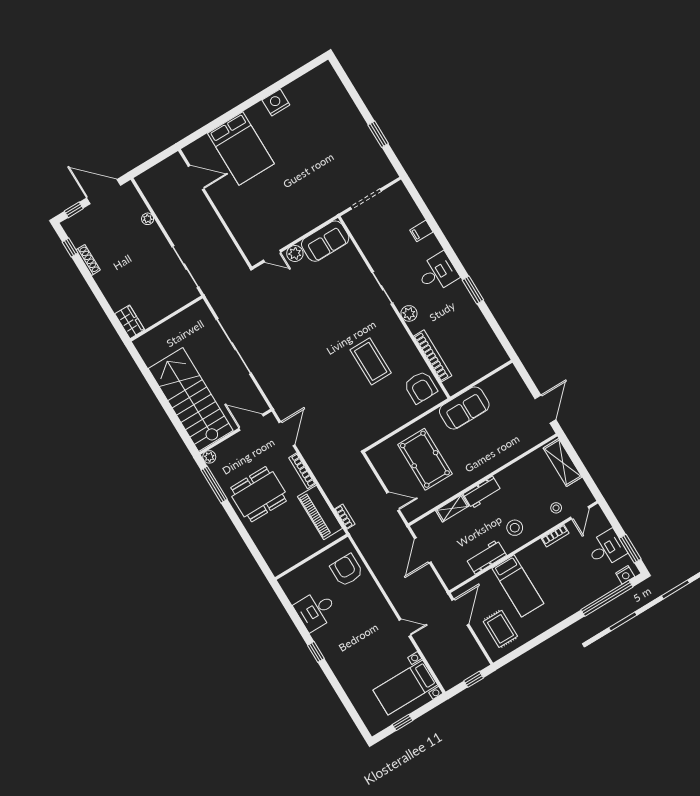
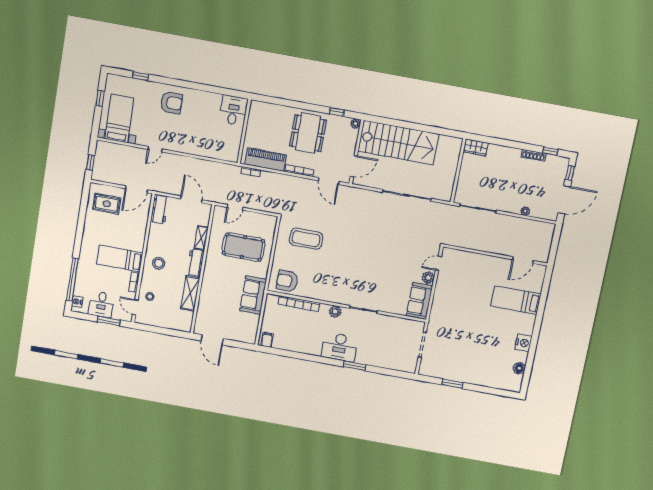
floor lamp: (304, 83) -> (519, 368), added
bed: (241, 148) -> (516, 300), width x0.67
filing cabinet: (421, 231) -> (267, 340), moved
desk: (438, 273) -> (339, 347), width x1.37
window: (473, 290) -> (355, 366), moved
coffee table: (371, 361) -> (306, 239), moved
shelving: (563, 462) -> (190, 293), moved, turned 90
window: (214, 485) -> (337, 112), width x0.46
window: (630, 549) -> (109, 321), moved
workbench: (486, 557) -> (160, 209), moved
armchair: (347, 570) -> (171, 103), moved
bed: (518, 586) -> (120, 259), moved
desk: (316, 610) -> (233, 110), moved
door: (460, 612) -> (136, 189), hinge flipped
window: (316, 652) -> (140, 76), moved

